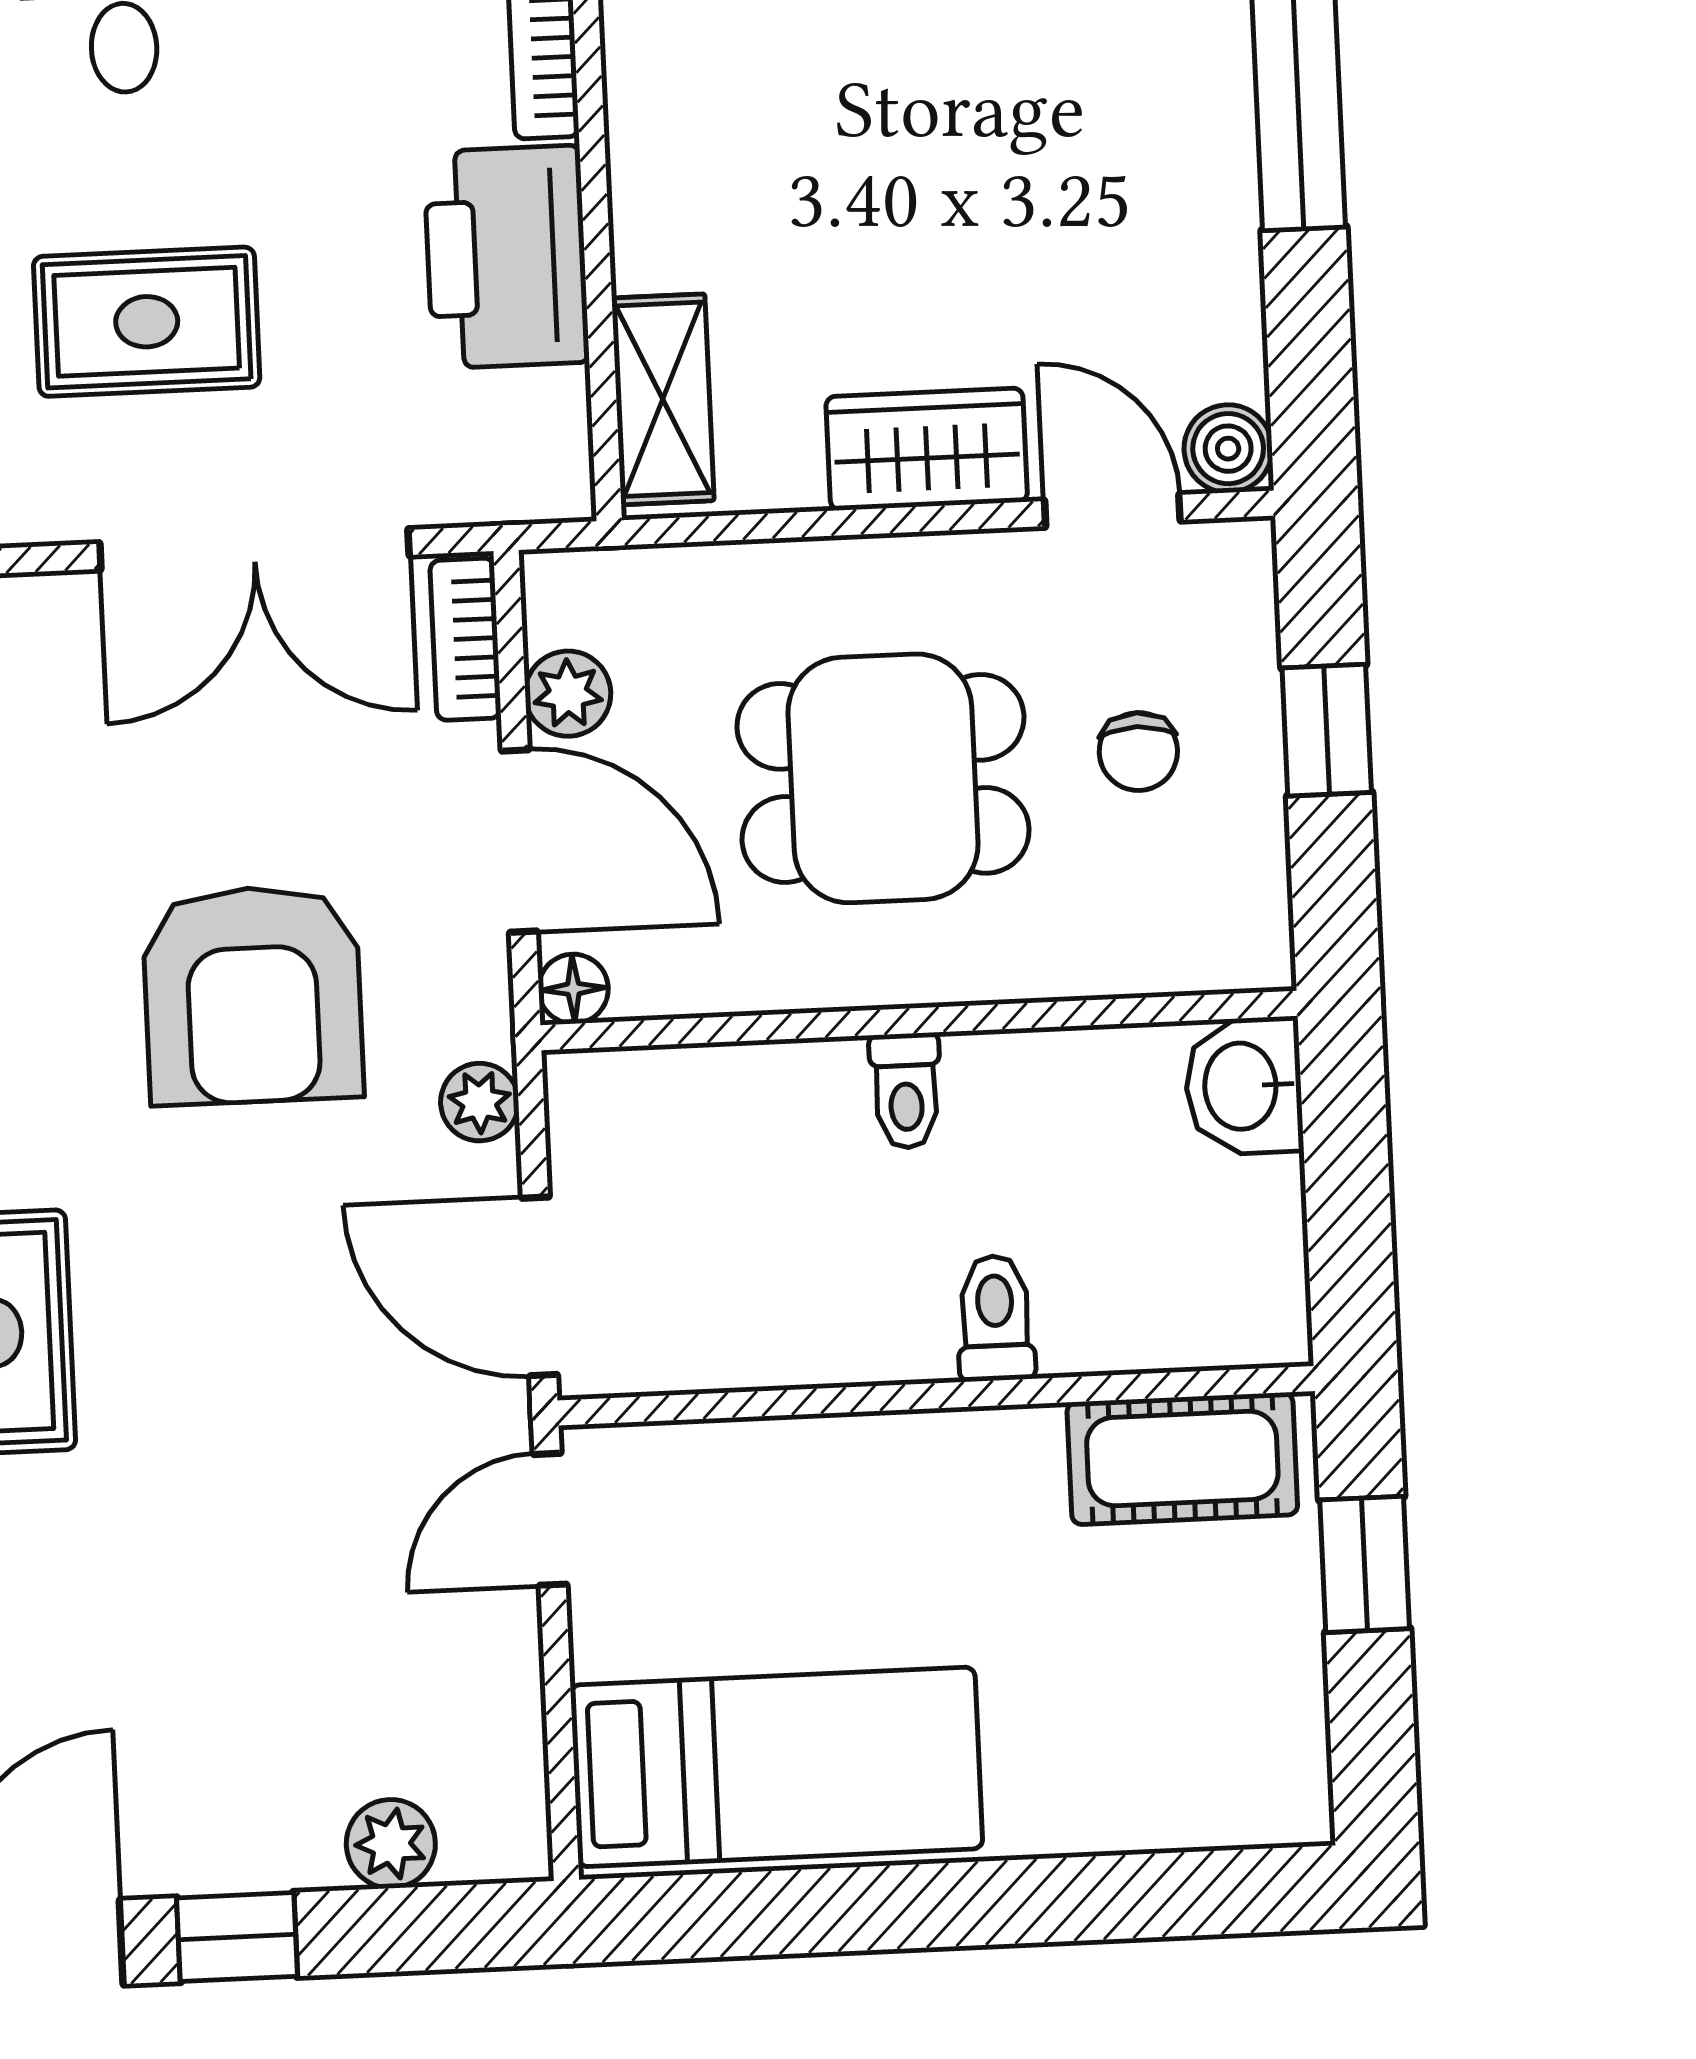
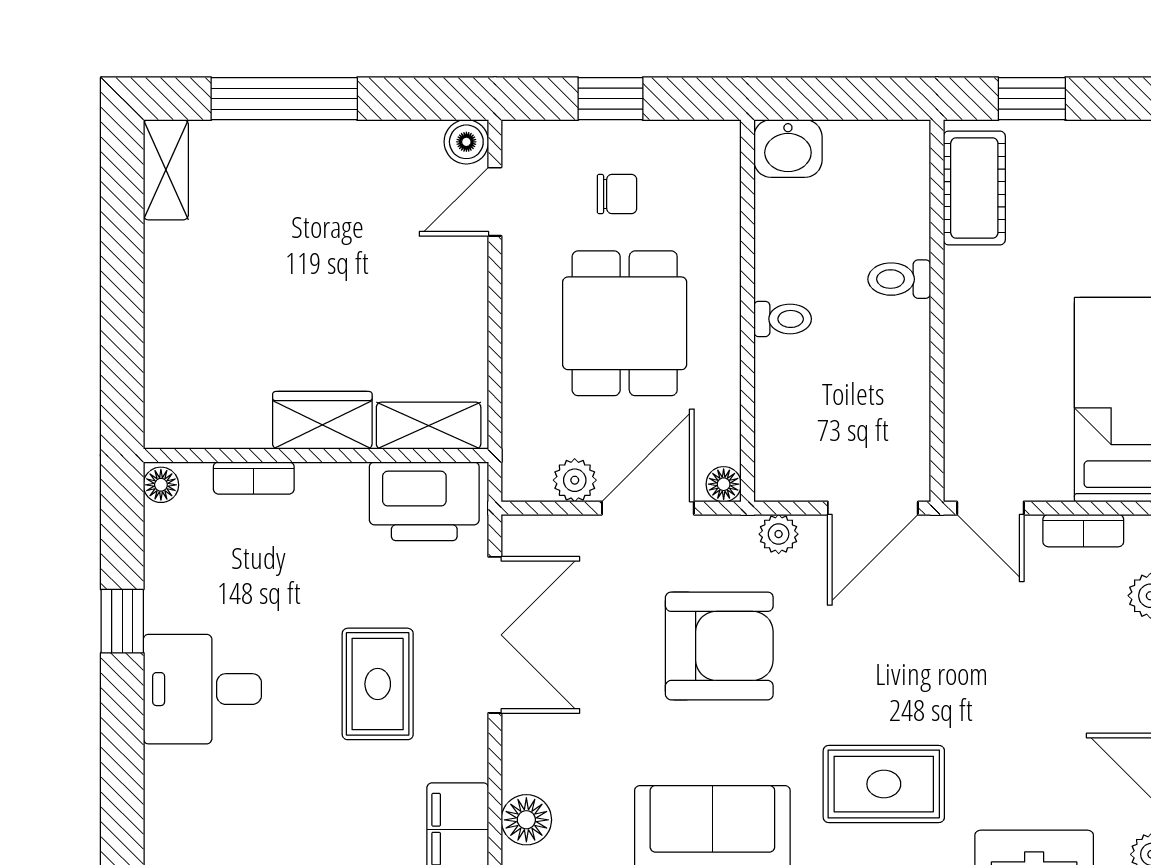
printer: (506, 257) -> (424, 501), moved
wardrobe: (927, 449) -> (322, 420), moved, turned 90
bookcase: (465, 639) -> (1083, 531), moved

